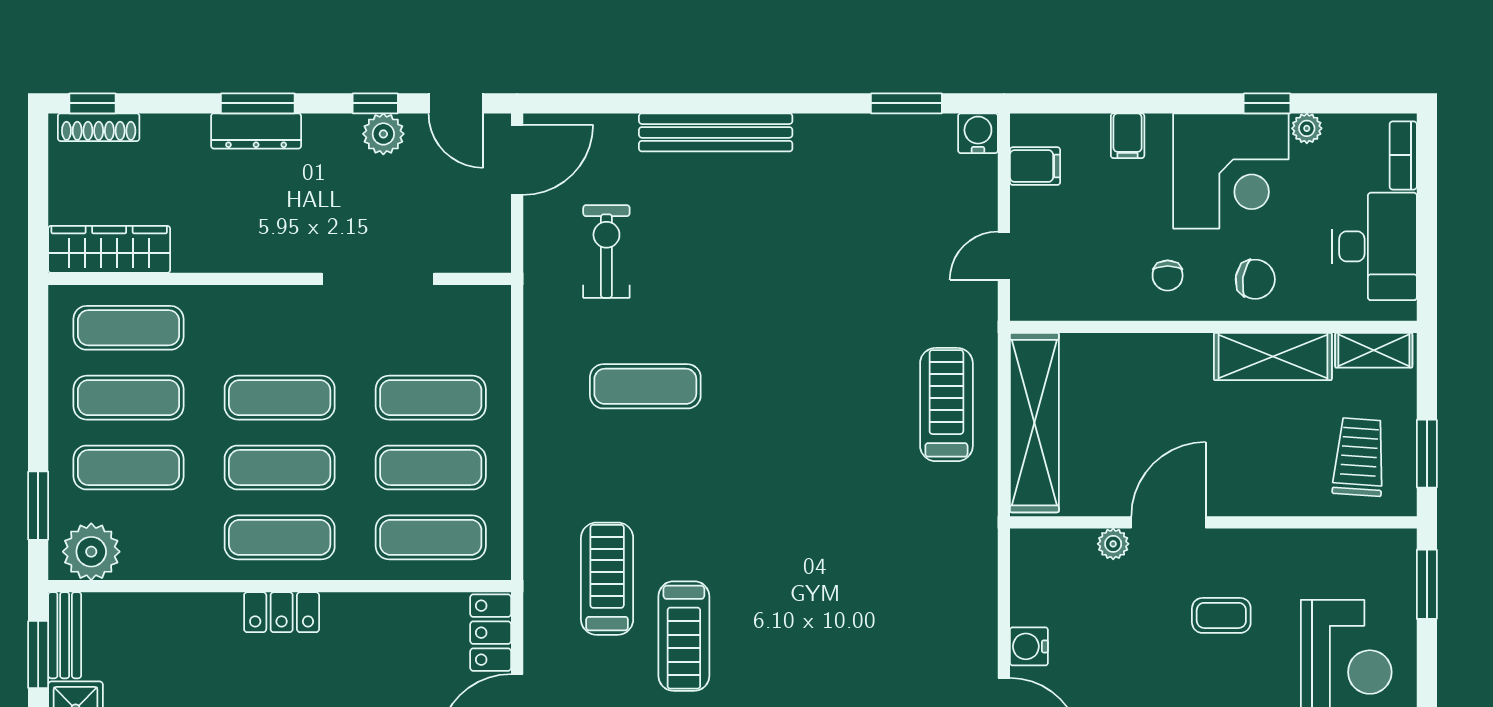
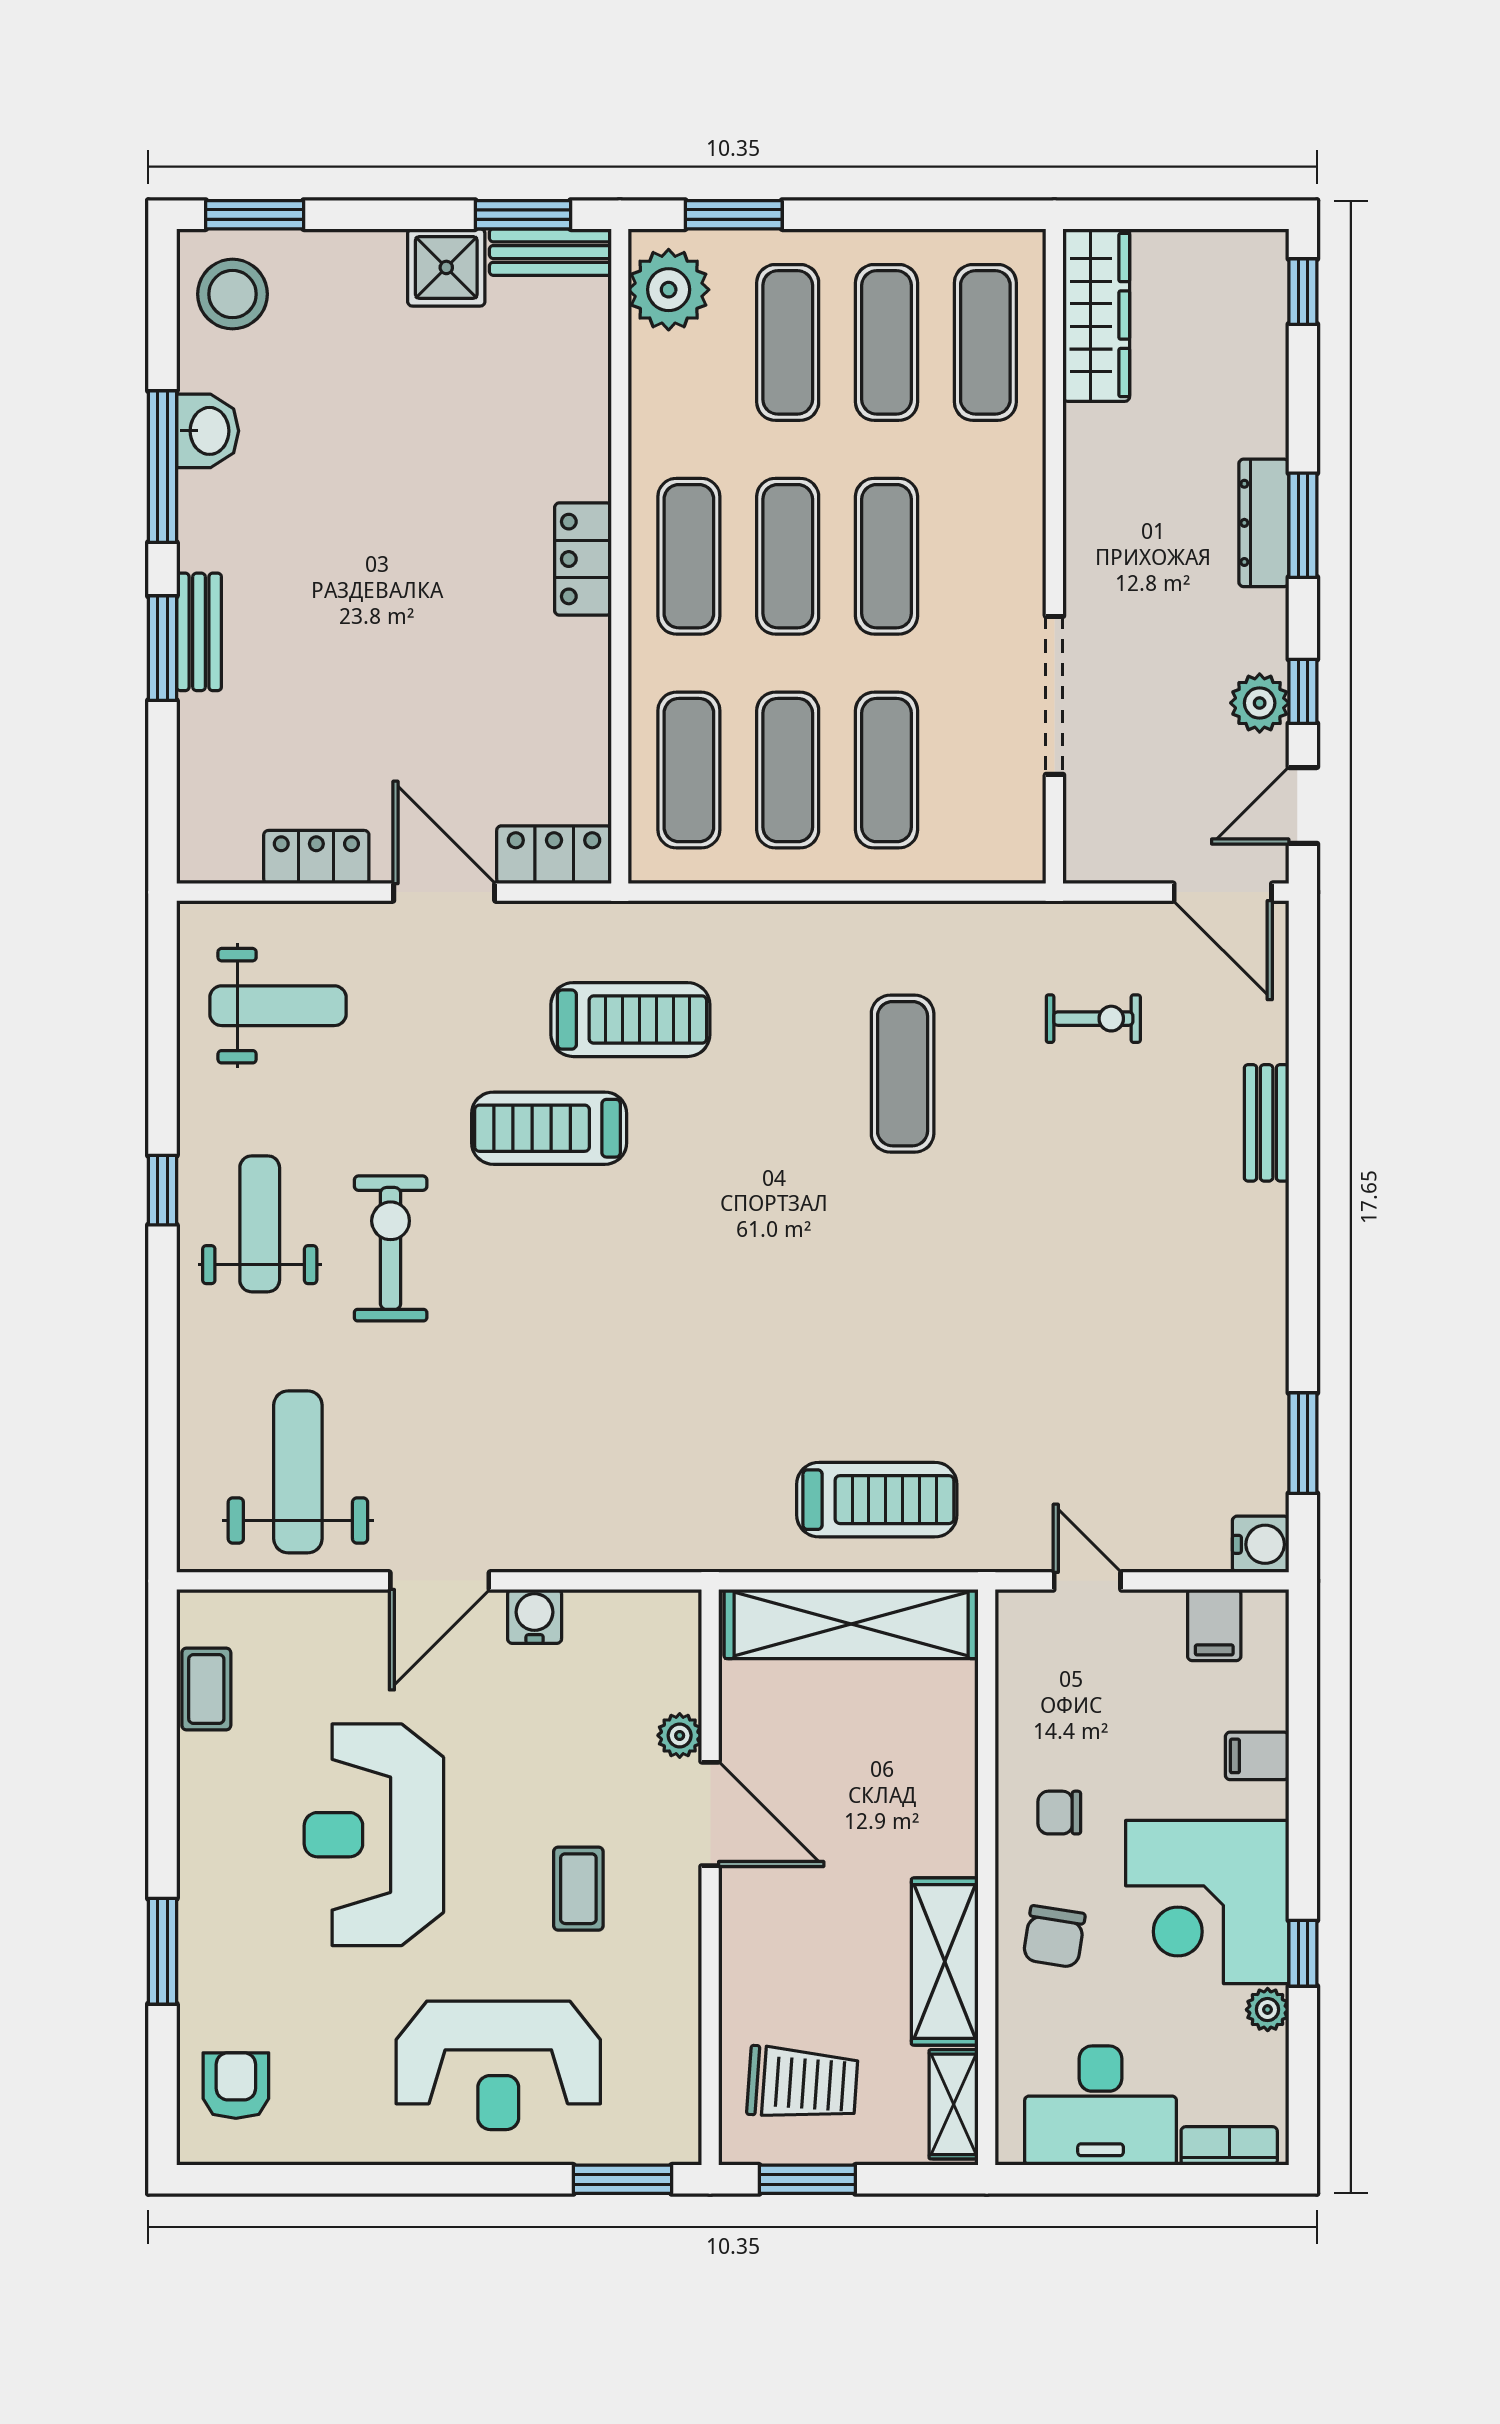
shoe rack: (99, 127) -> (1269, 300), removed
bench: (716, 132) -> (1267, 1123), width x0.54, depth x0.82
exercise bike: (606, 251) -> (1093, 1019), width x0.73, depth x0.72

